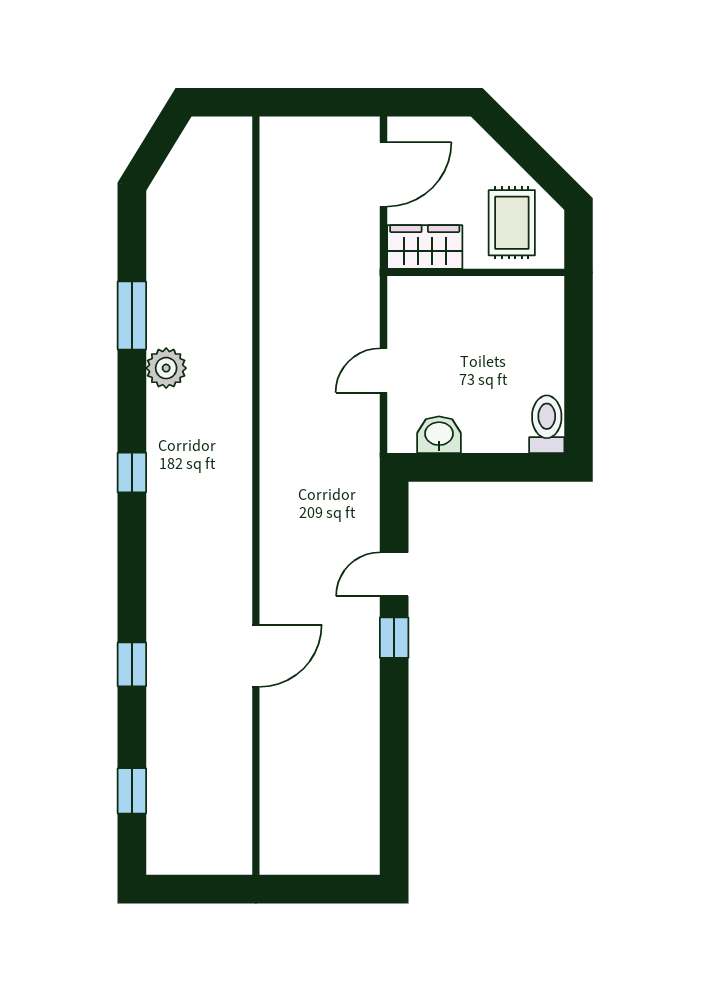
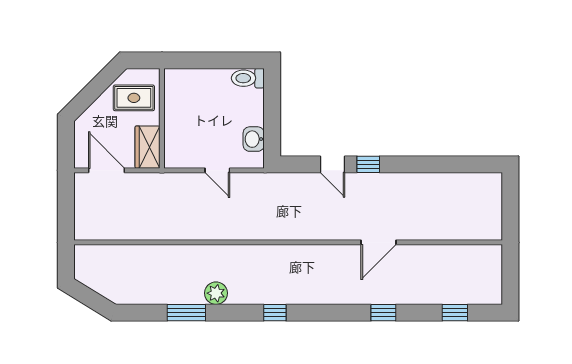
door: (256, 656) -> (378, 242), swing flipped

